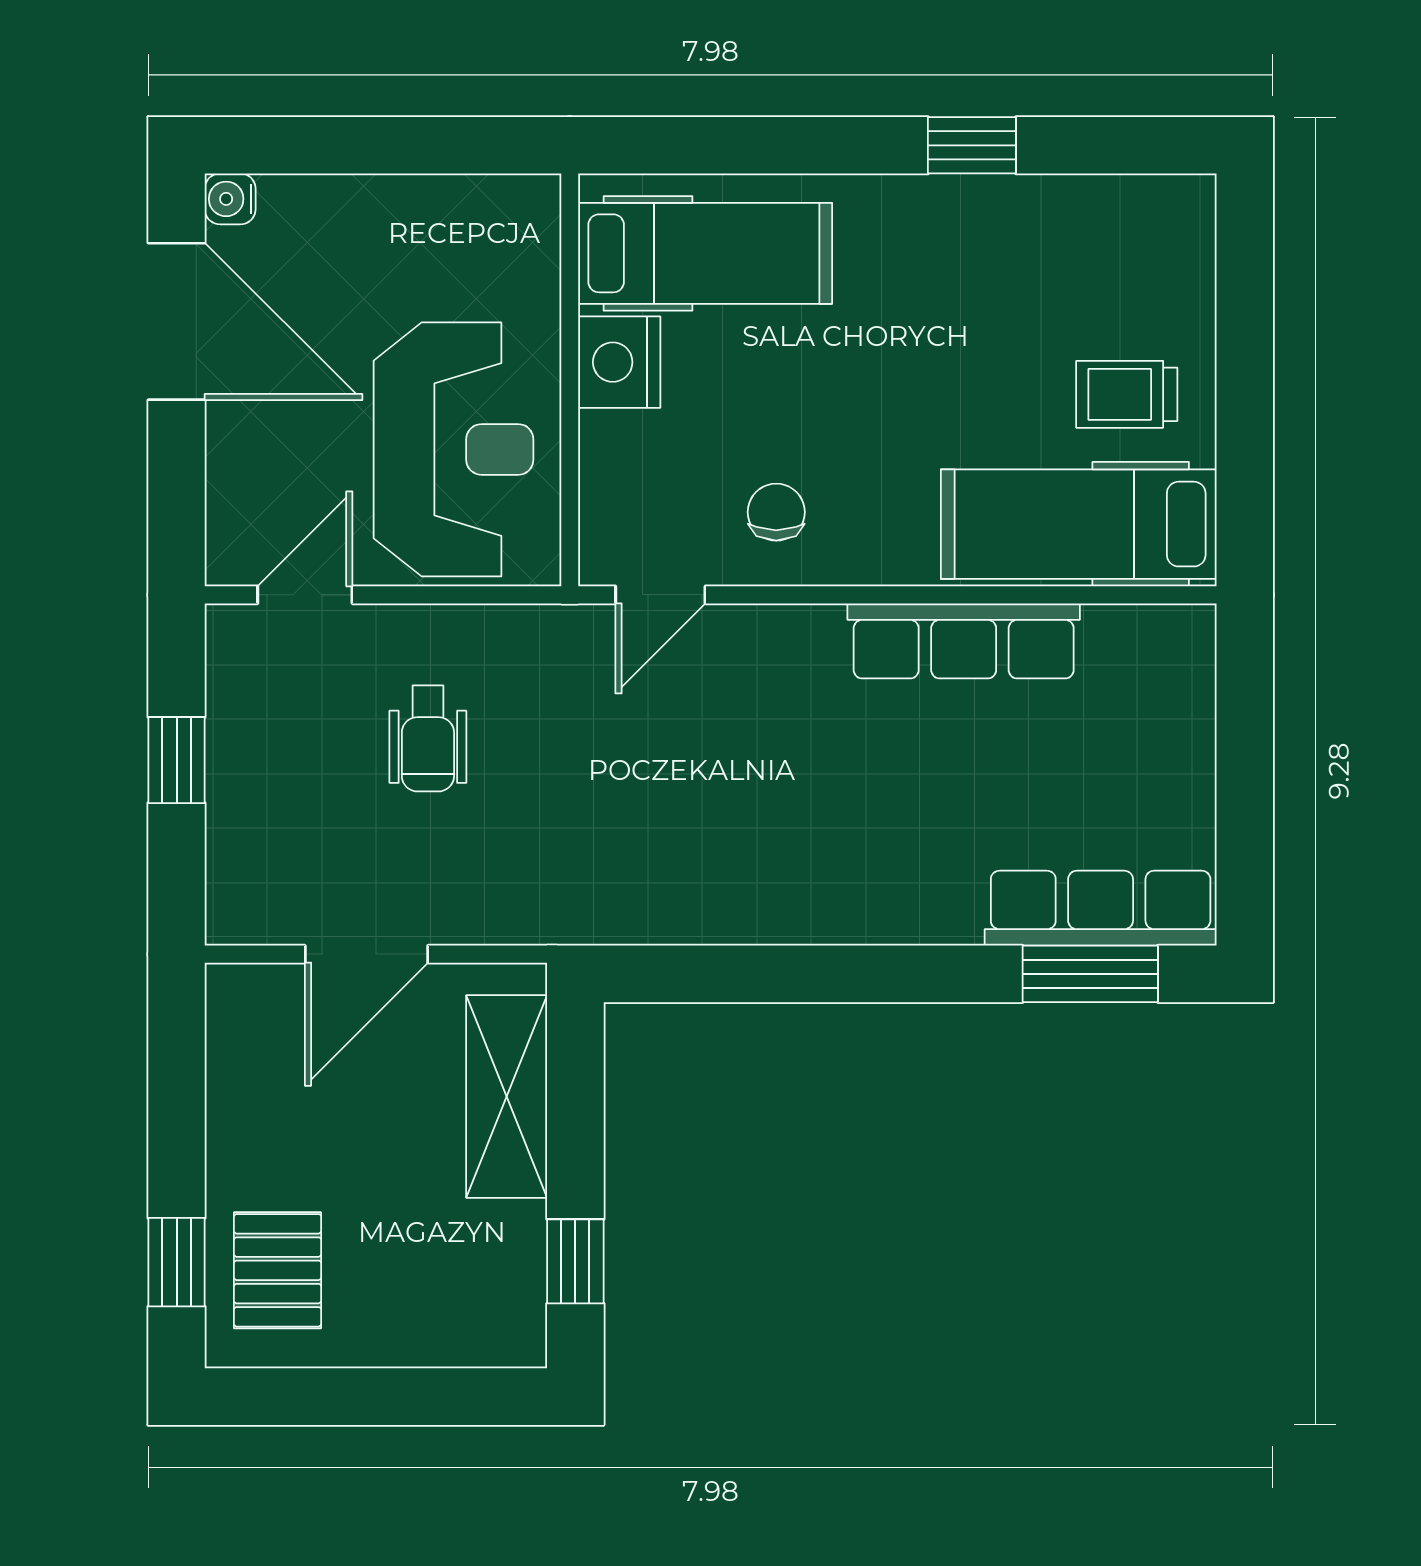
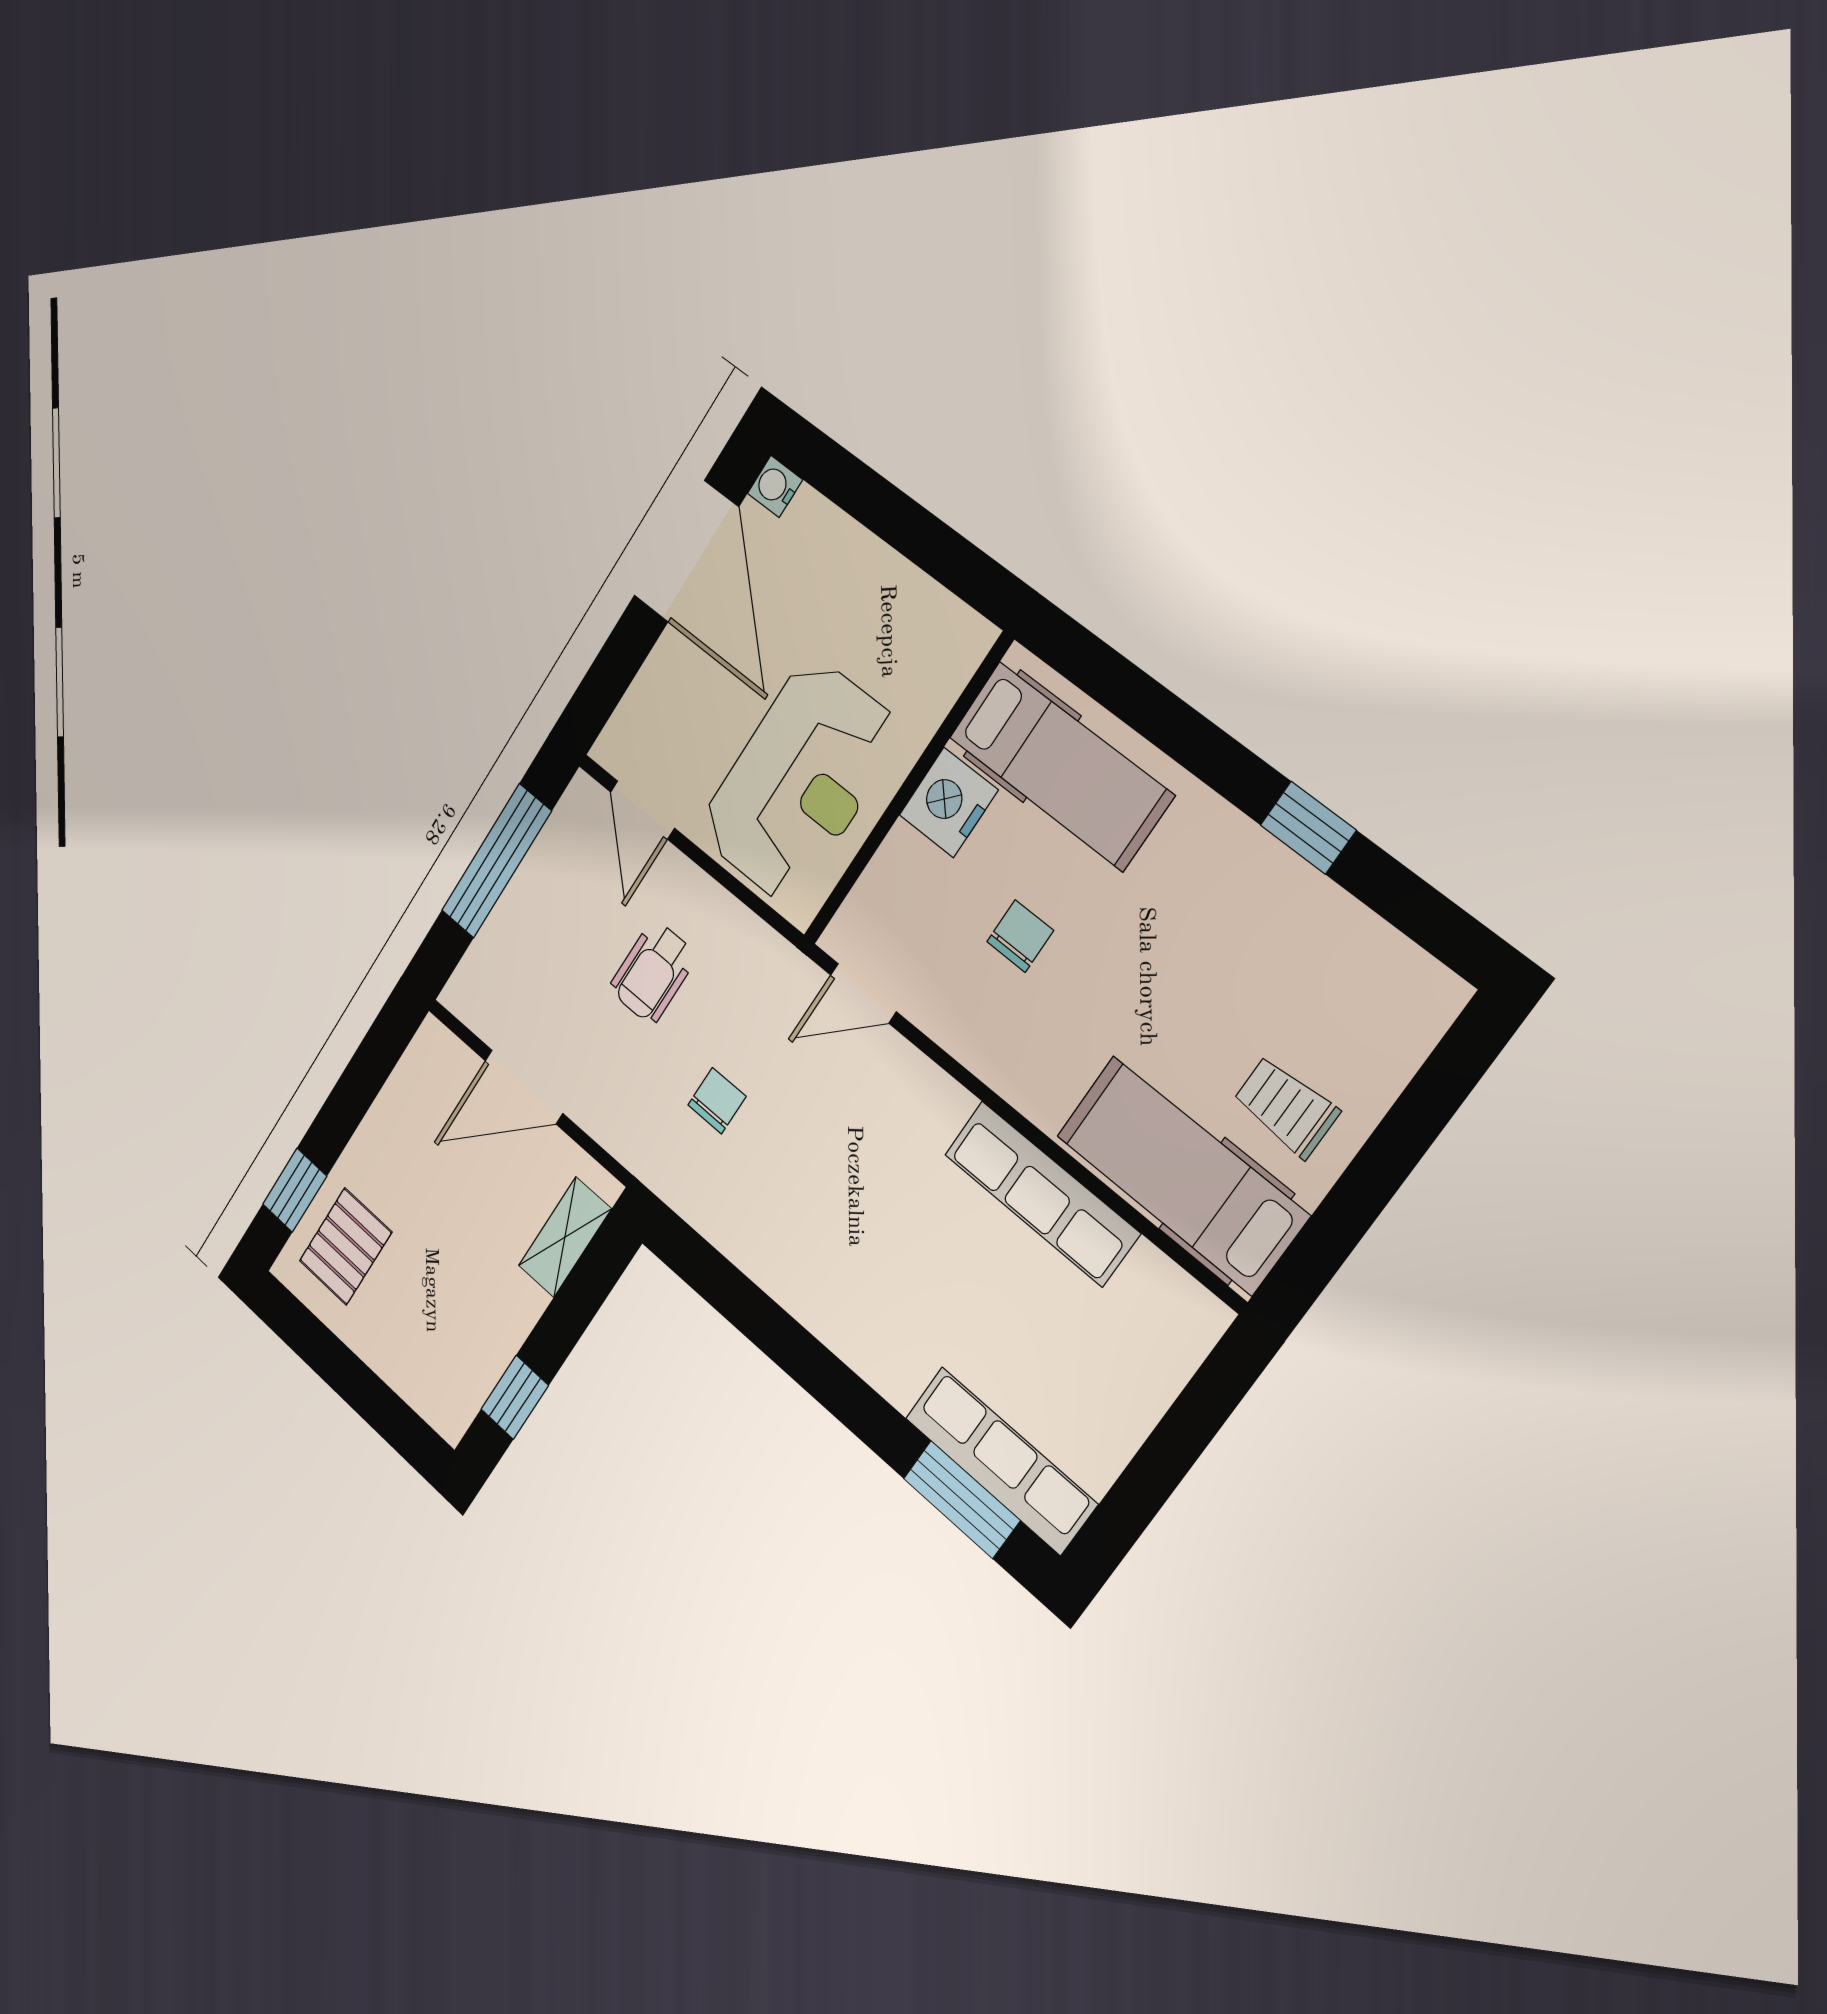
chair: (776, 512) -> (1020, 936), moved
door: (305, 595) -> (642, 810), swing flipped
window: (177, 760) -> (496, 861), width x2.17
chair: (583, 807) -> (717, 1101), added
shelving: (507, 1096) -> (565, 1237), width x0.67, depth x0.75

